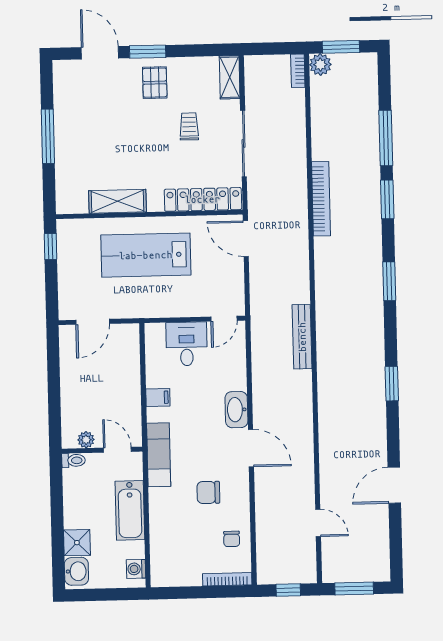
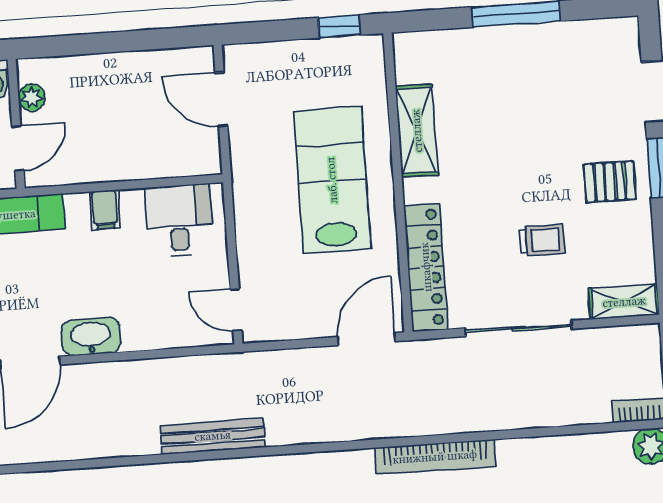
desk: (187, 344) -> (179, 221), moved, turned -90

